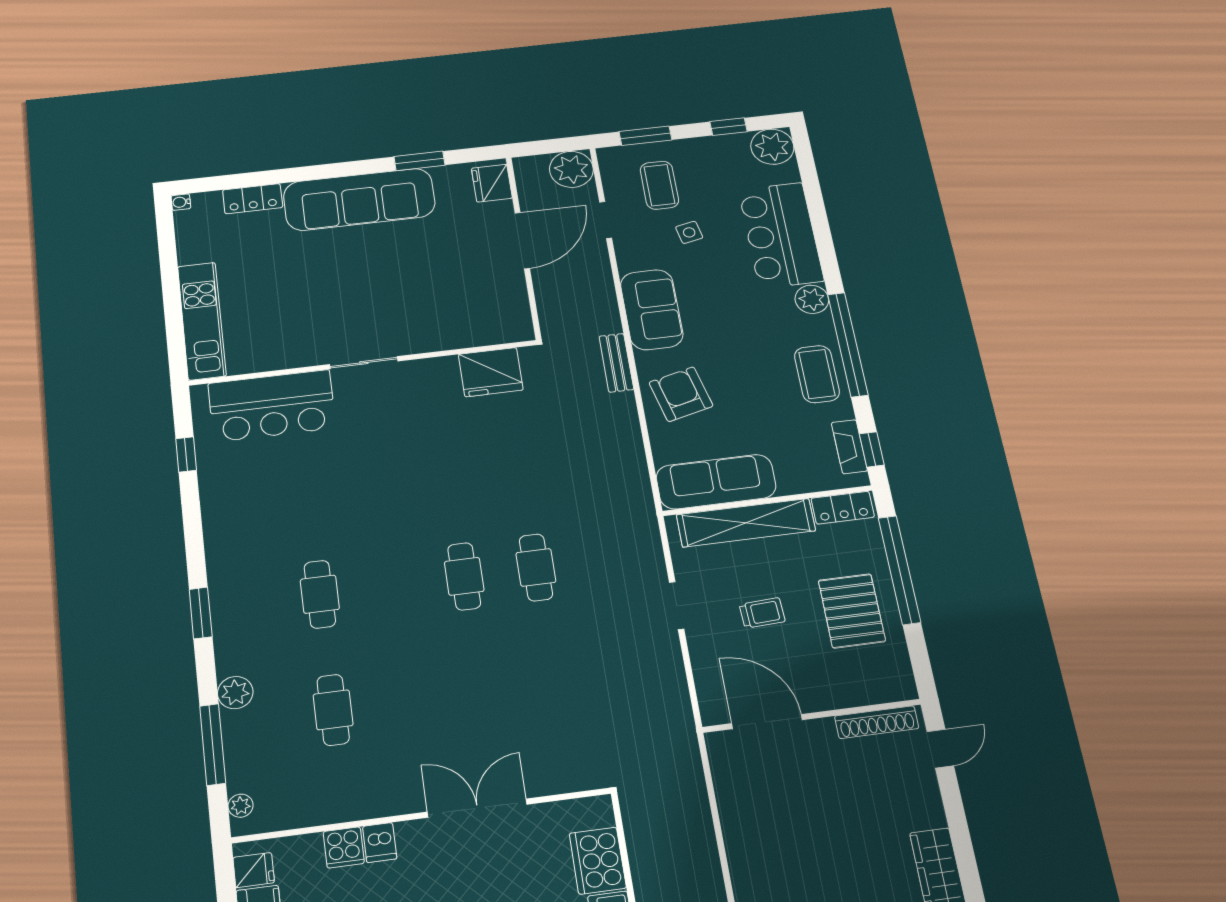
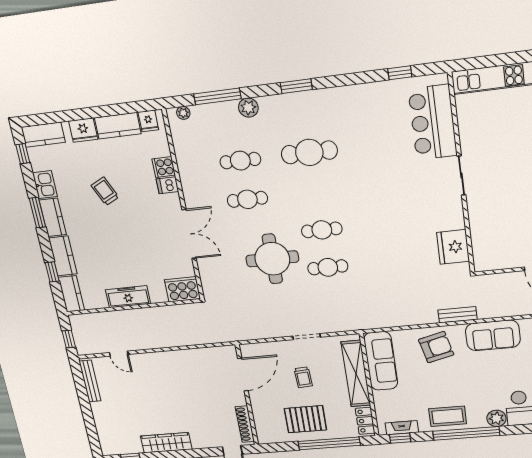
cafe table: (320, 594) -> (309, 152), width x1.37, depth x1.35
round table: (523, 661) -> (272, 259), added
cafe table: (407, 700) -> (247, 199), added
cooker: (598, 861) -> (182, 289), moved

